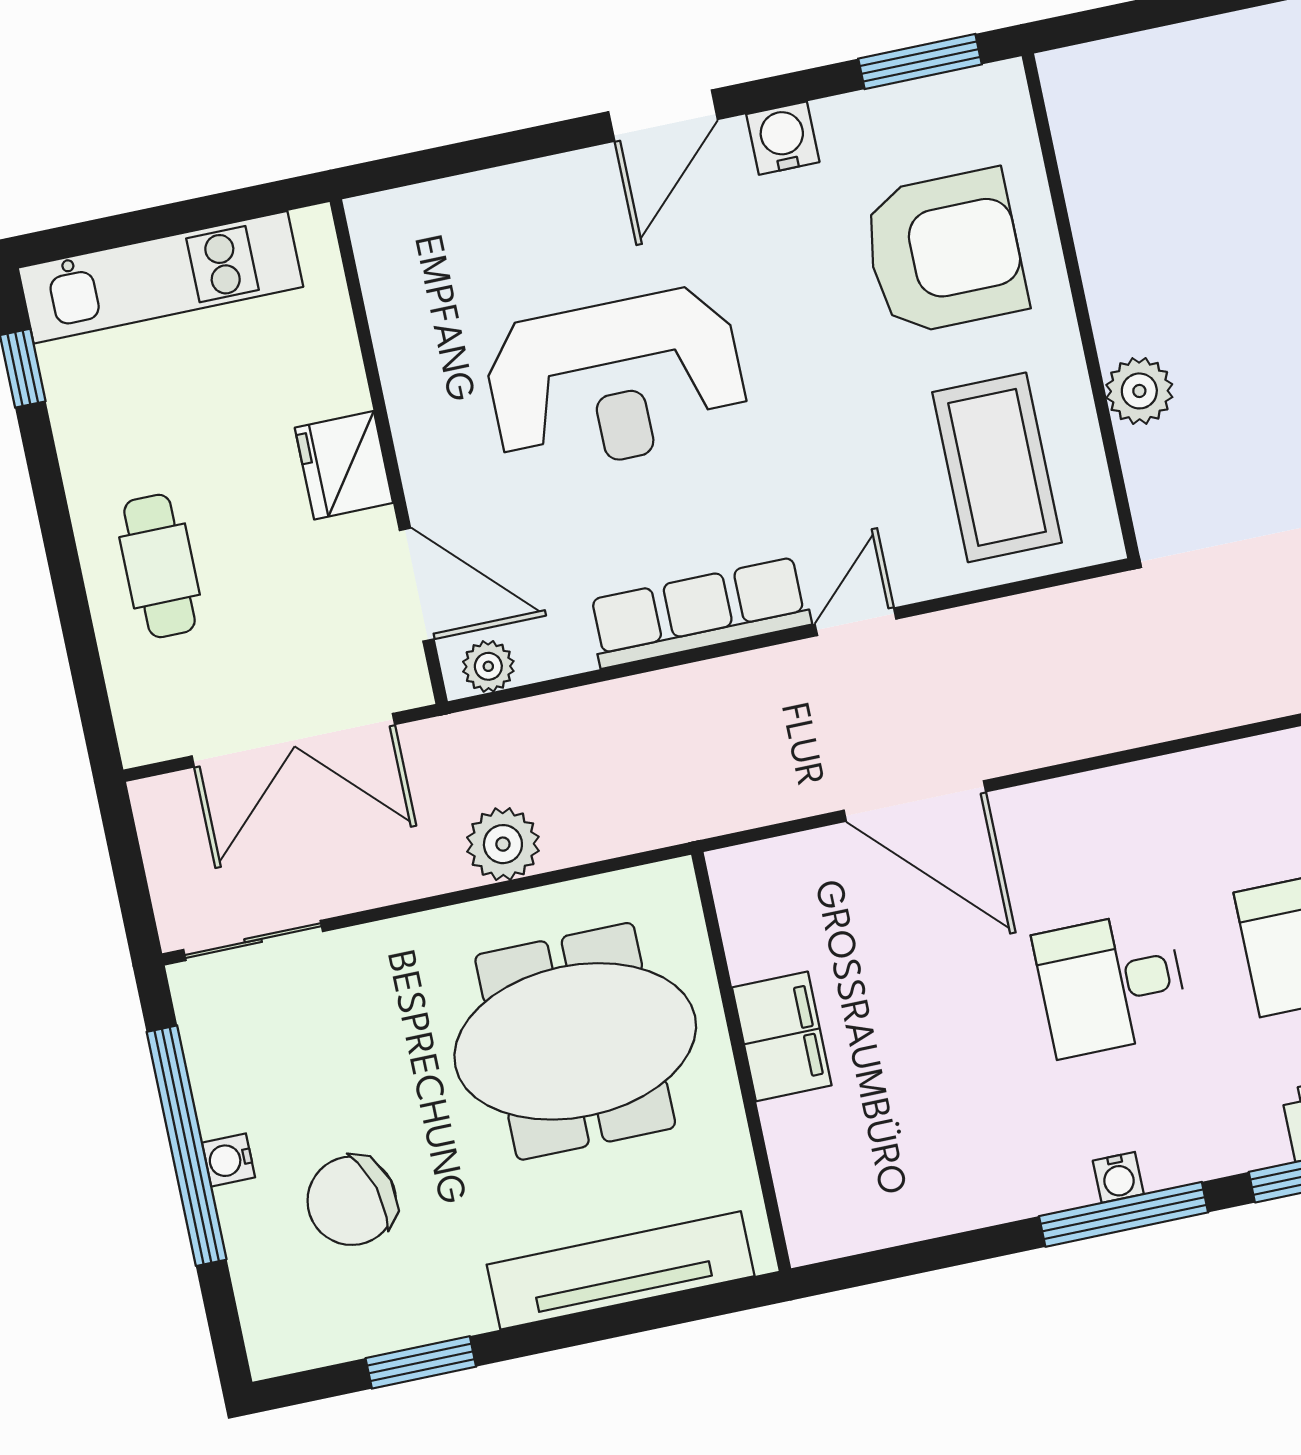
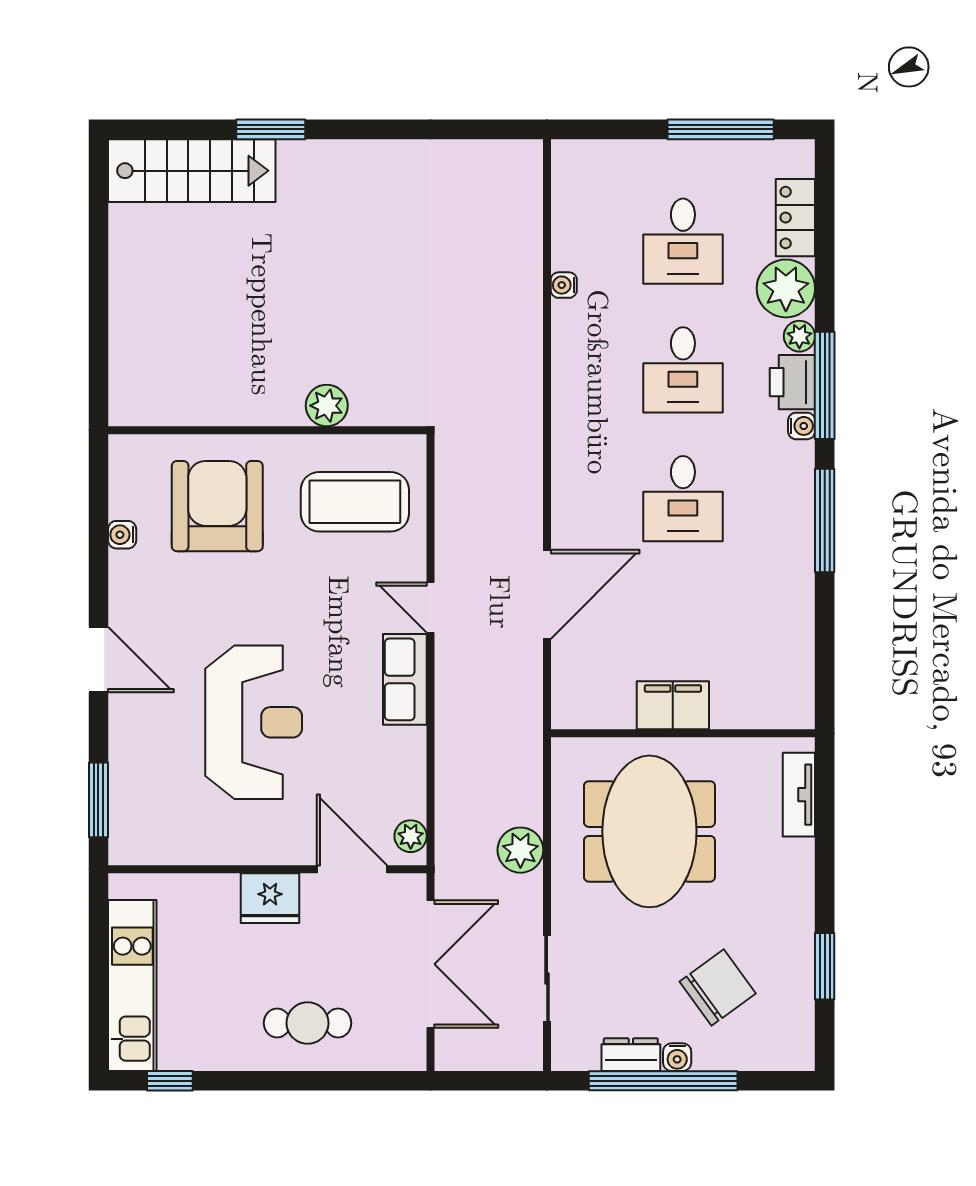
window: (920, 62) -> (98, 800), moved
water cooler: (783, 138) -> (122, 535), moved, width x0.72, depth x0.72
door: (417, 585) -> (352, 869), hinge flipped
row of seats: (699, 613) -> (405, 679), width x0.68
sliding door: (253, 941) -> (547, 978), moved
dresser: (217, 1086) -> (631, 1055), added
water cooler: (1118, 1177) -> (802, 426), moved
chair: (352, 1201) -> (718, 988), turned -110
tv unit: (621, 1270) -> (799, 795), width x0.52, depth x0.78

